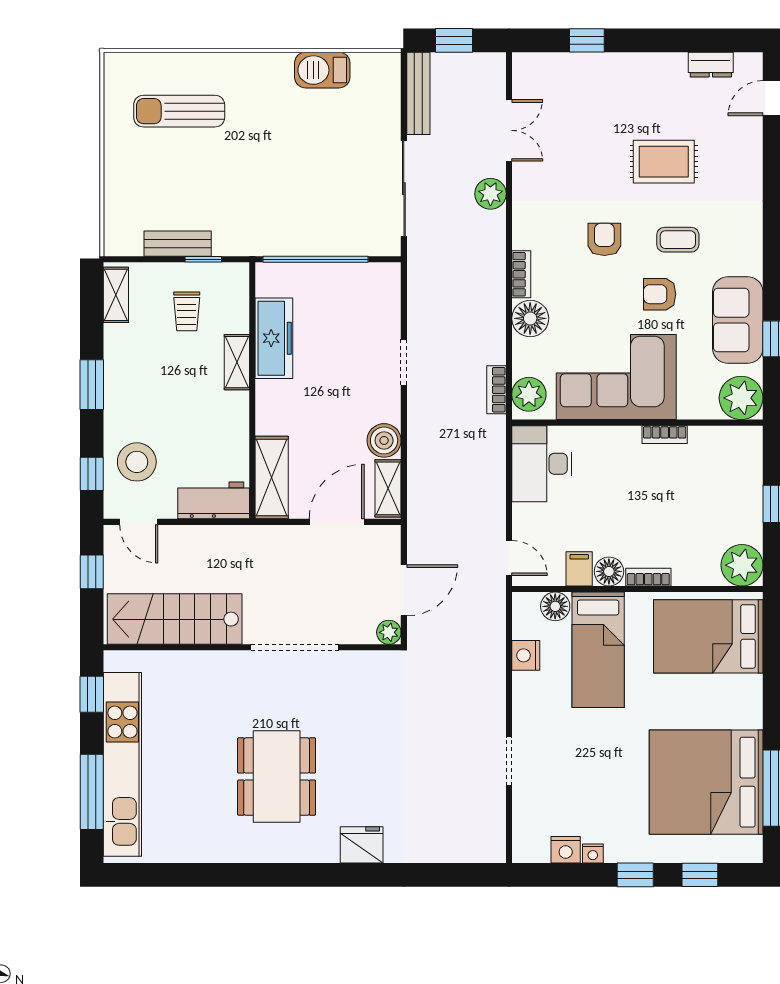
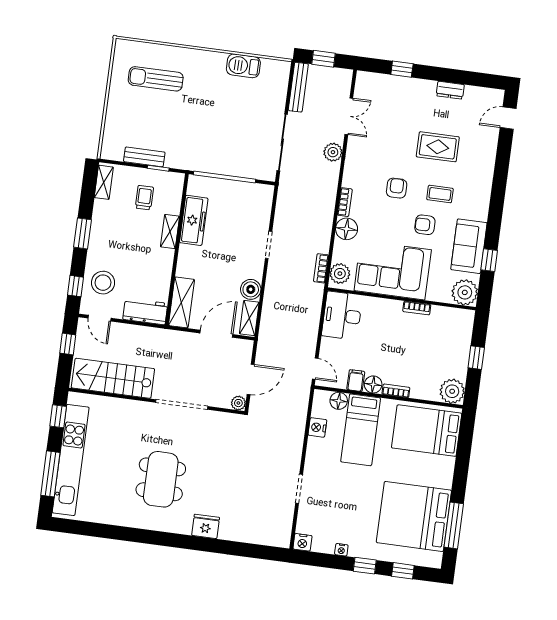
dresser: (711, 65) -> (450, 90), moved
trolley: (187, 311) -> (144, 198), turned 180
nightstand: (566, 850) -> (302, 542), moved

